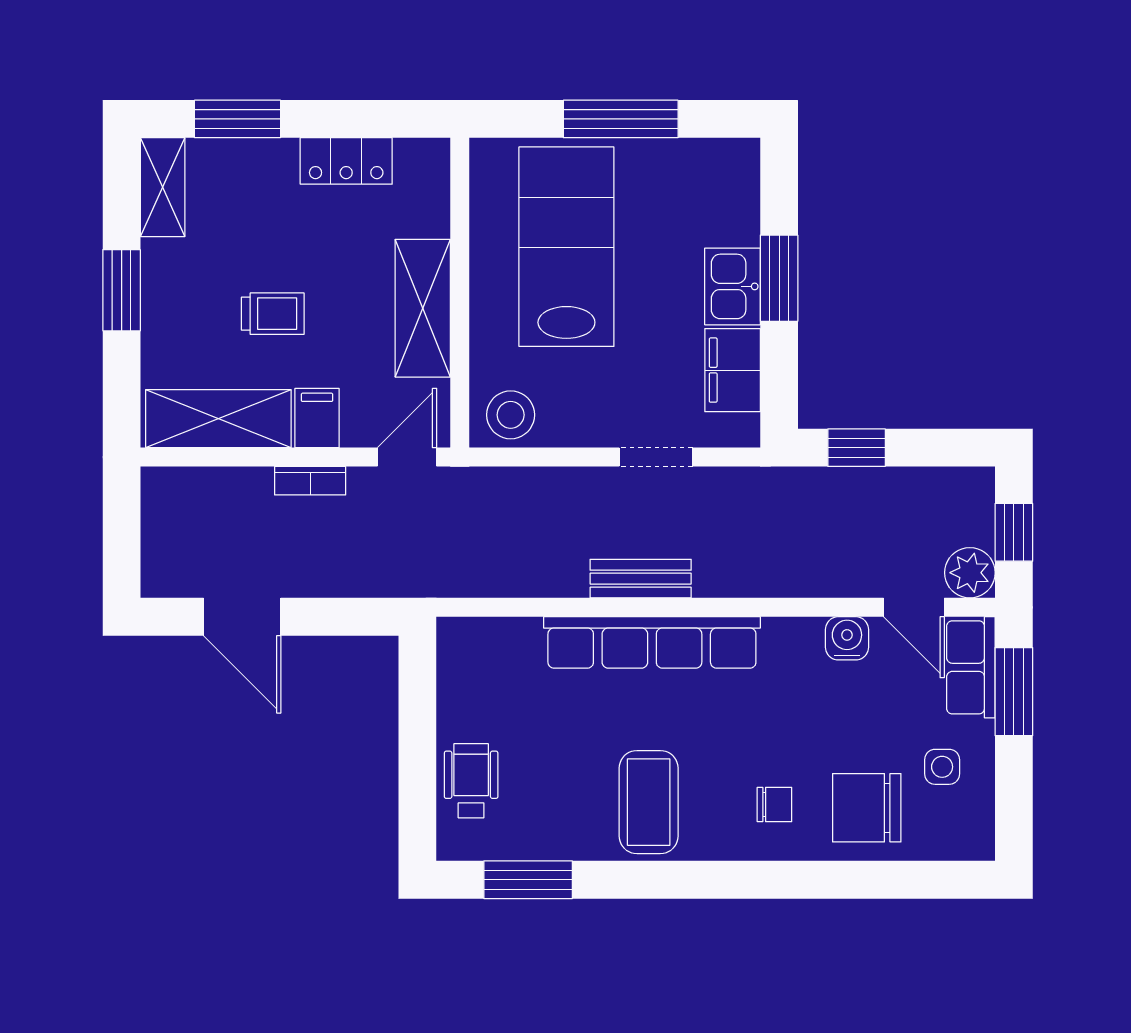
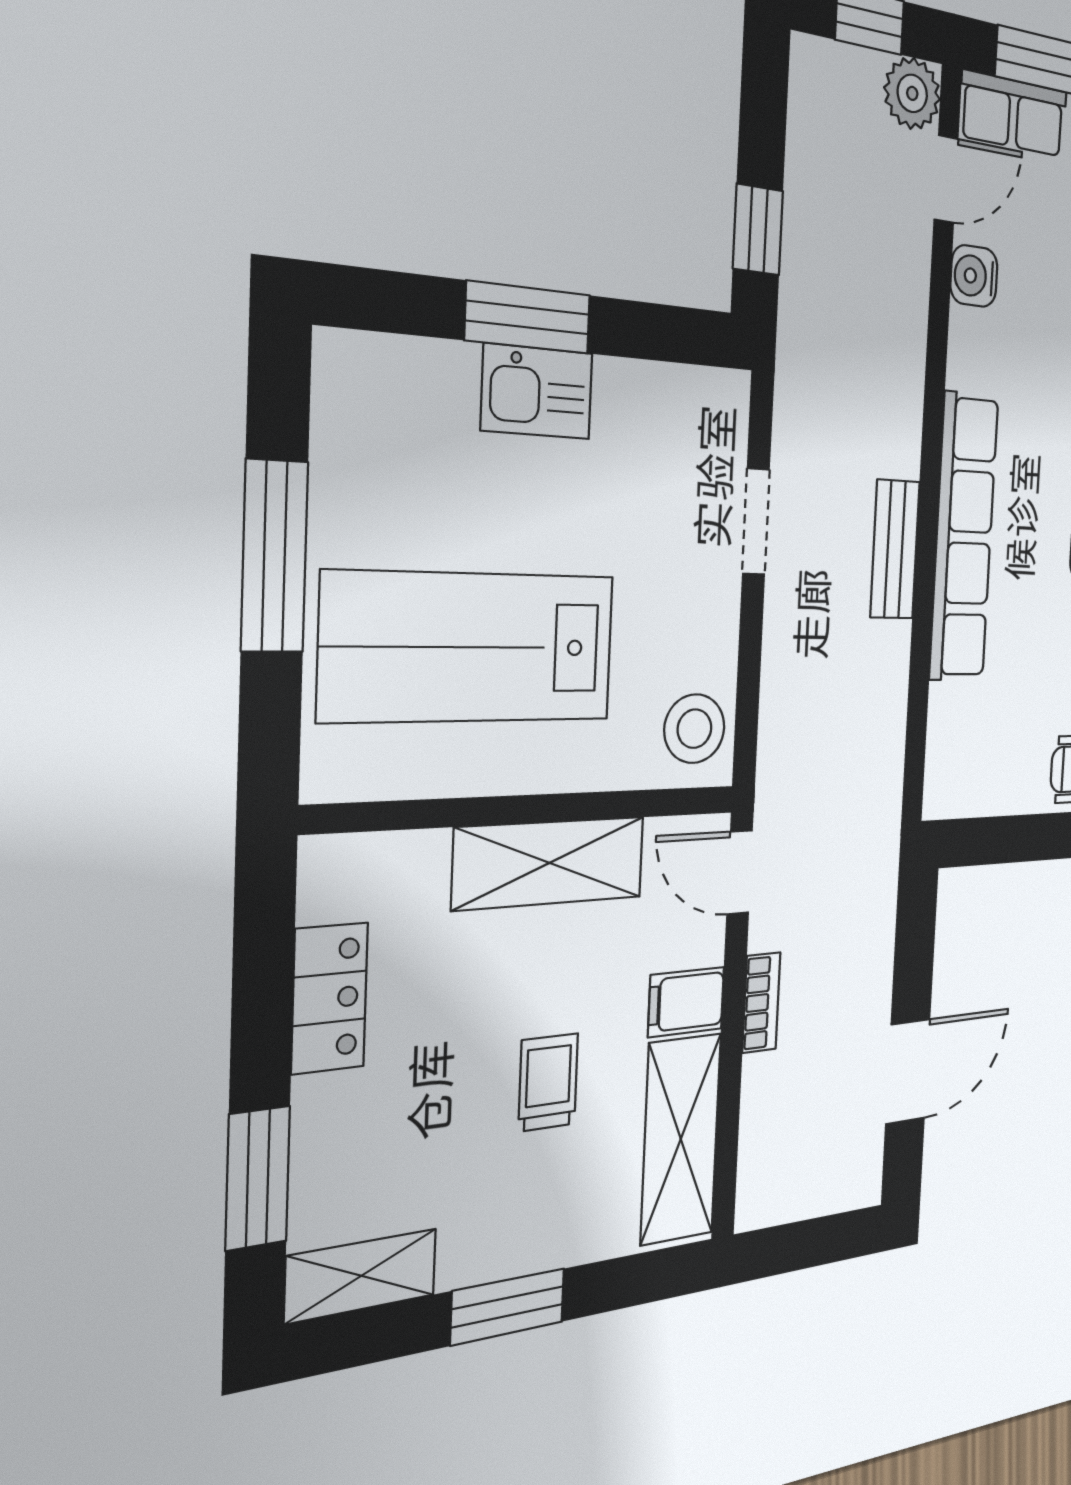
filing cabinet: (733, 370) -> (651, 402), removed

